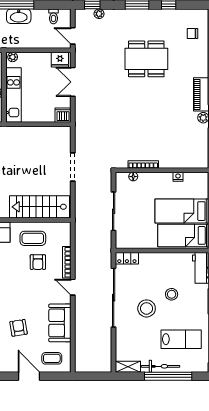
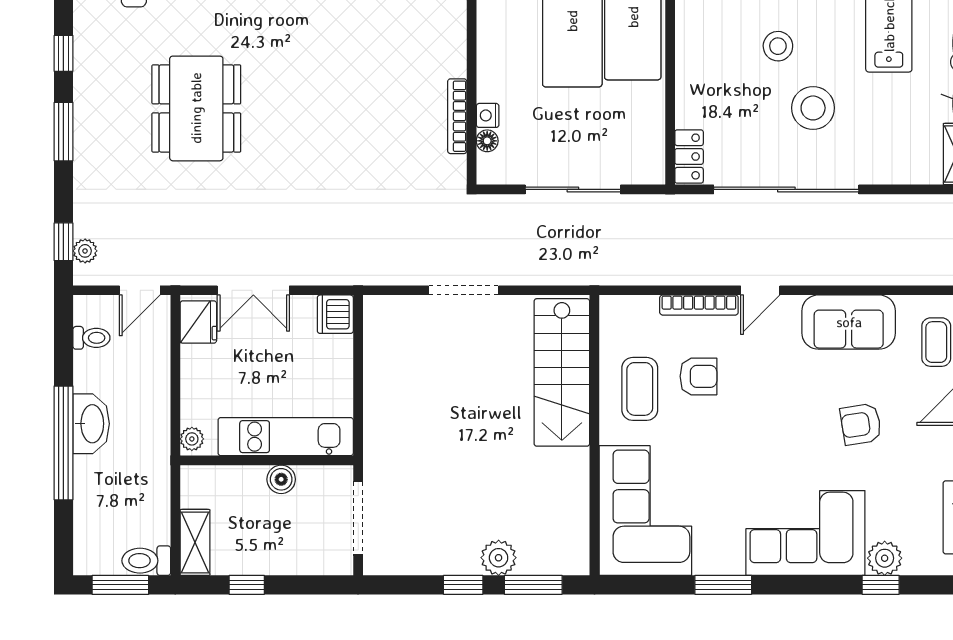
plant: (99, 14) -> (85, 251), moved
nightstand: (178, 177) -> (488, 115), moved

